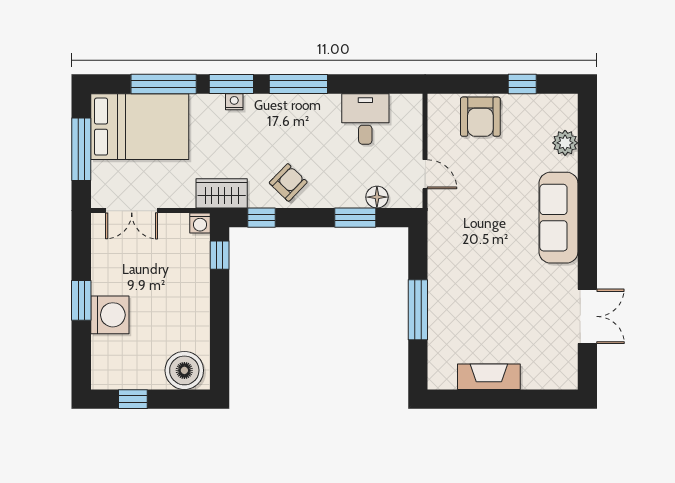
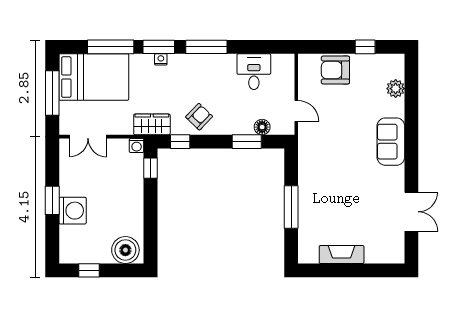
armchair: (480, 117) -> (335, 70), turned 90
sofa: (558, 218) -> (391, 142), width x0.73

